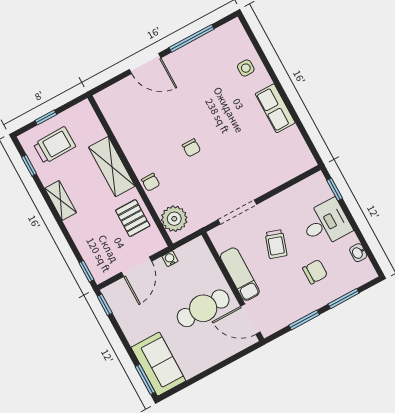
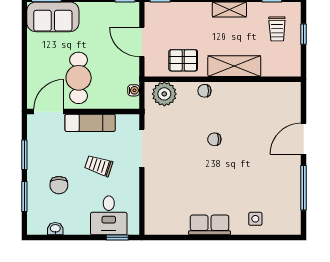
trolley: (54, 145) -> (277, 29), width x0.73, depth x0.72
desk: (326, 223) -> (109, 215), moved
water cooler: (170, 259) -> (134, 90), moved

